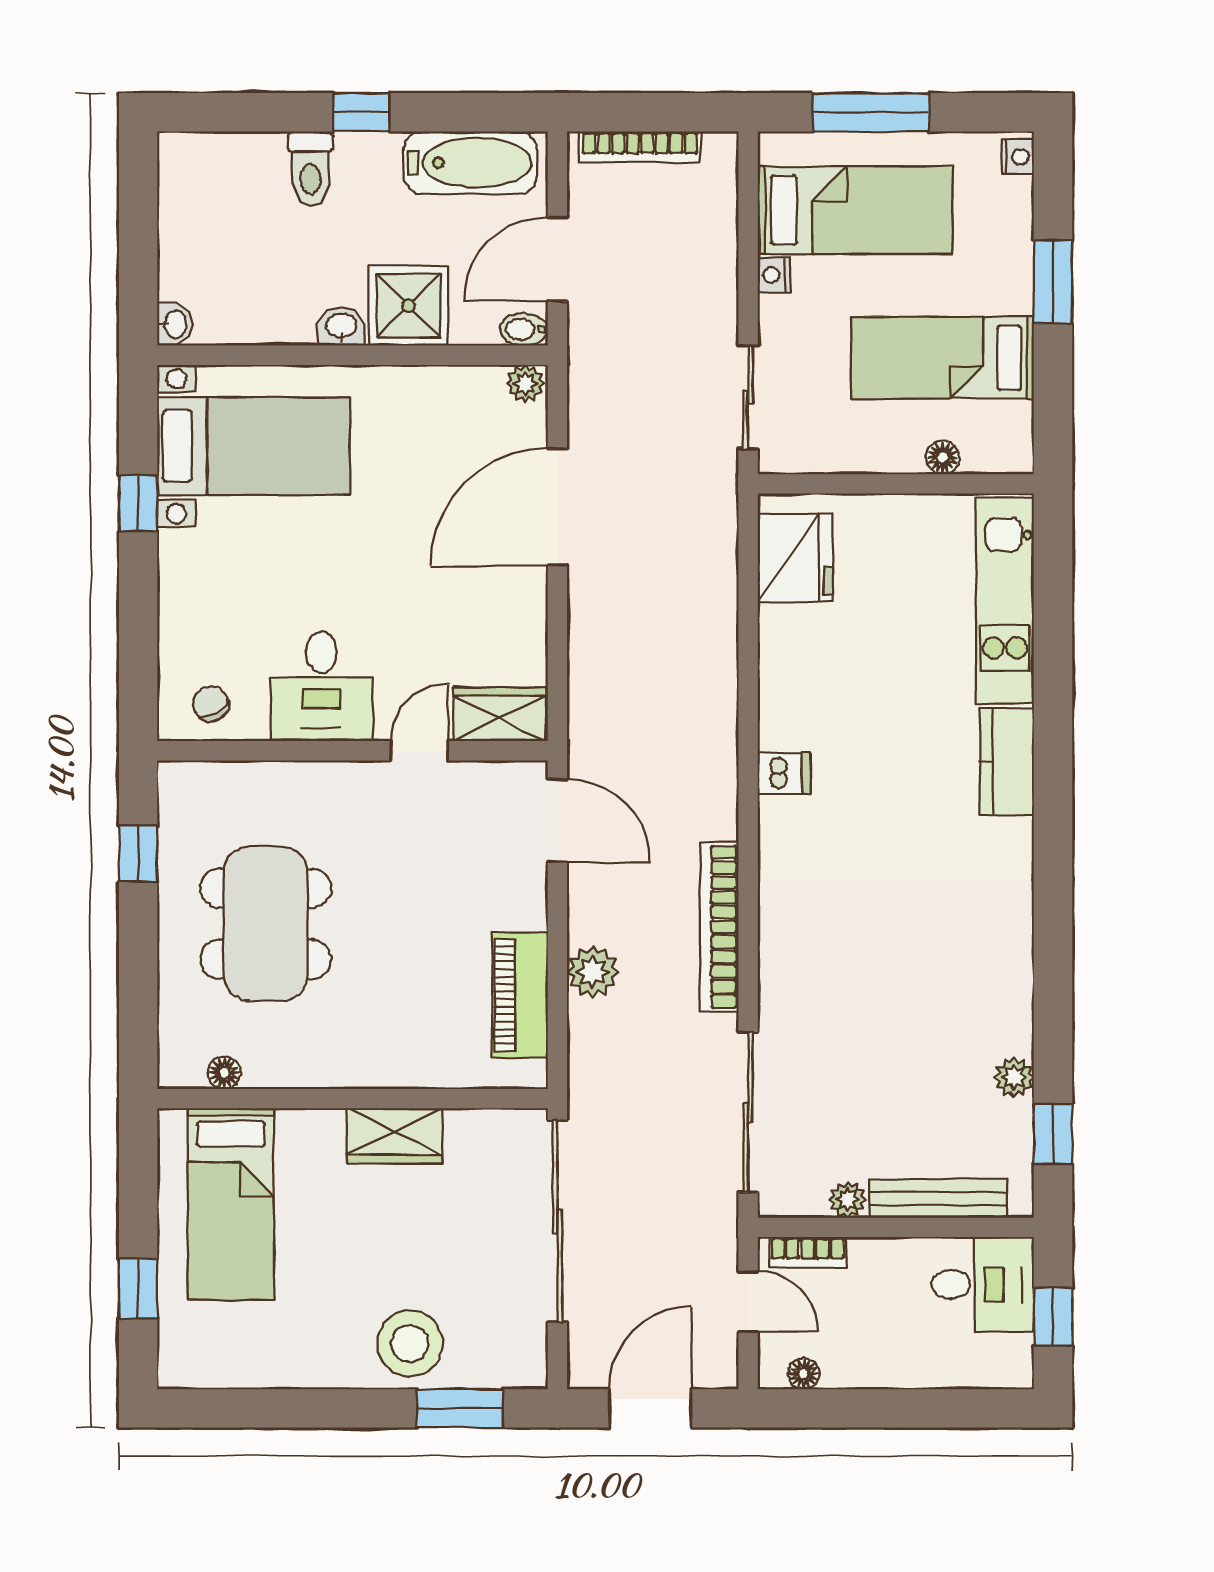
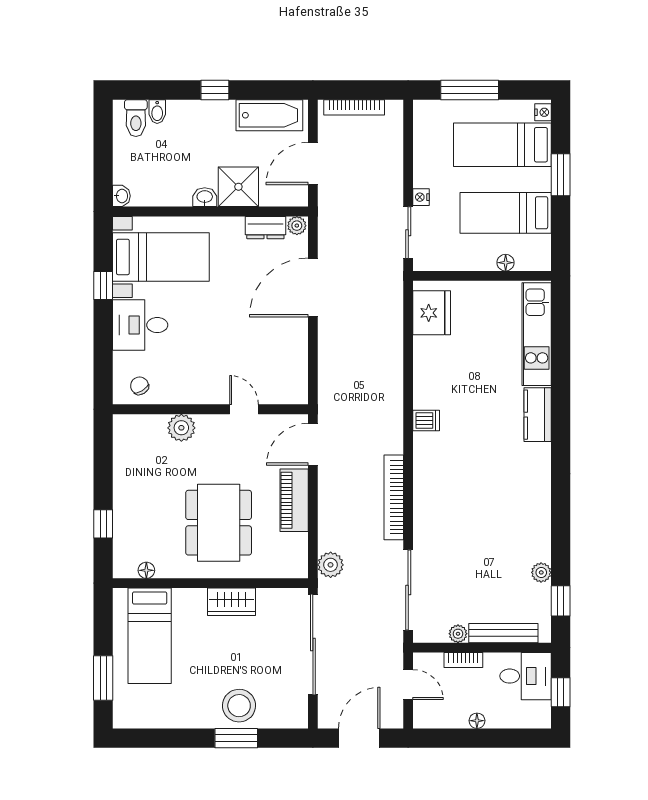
toilet: (310, 168) -> (136, 118), moved
bed: (855, 210) -> (502, 145), moved, turned 180
nightstand: (774, 275) -> (421, 197), moved
bidet: (524, 329) -> (157, 112), moved, turned -90
dresser: (463, 387) -> (265, 228), added
desk: (321, 686) -> (140, 325), moved, turned 90
wardrobe: (499, 714) -> (284, 391), removed
door: (420, 751) -> (244, 409), hinge flipped
plant: (294, 788) -> (181, 428), added
door: (557, 821) -> (313, 444), swing flipped
window: (138, 853) -> (103, 524), moved
dining table: (266, 924) -> (219, 523), moved
plant: (593, 972) -> (331, 565), moved
piano: (520, 995) -> (294, 500), moved
bookcase: (808, 1252) -> (463, 660), moved
window: (138, 1288) -> (103, 678), width x1.50
floor lamp: (804, 1374) -> (477, 721), moved
window: (460, 1408) -> (236, 738), moved

